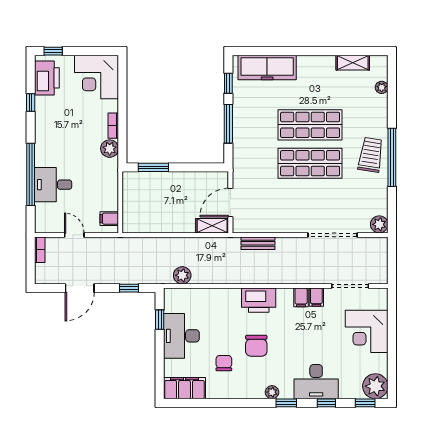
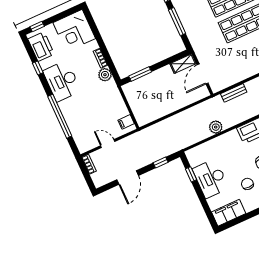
desk: (53, 185) -> (62, 81), moved, width x1.37
shelving: (212, 226) -> (183, 64), moved
plant: (182, 275) -> (216, 127), moved

